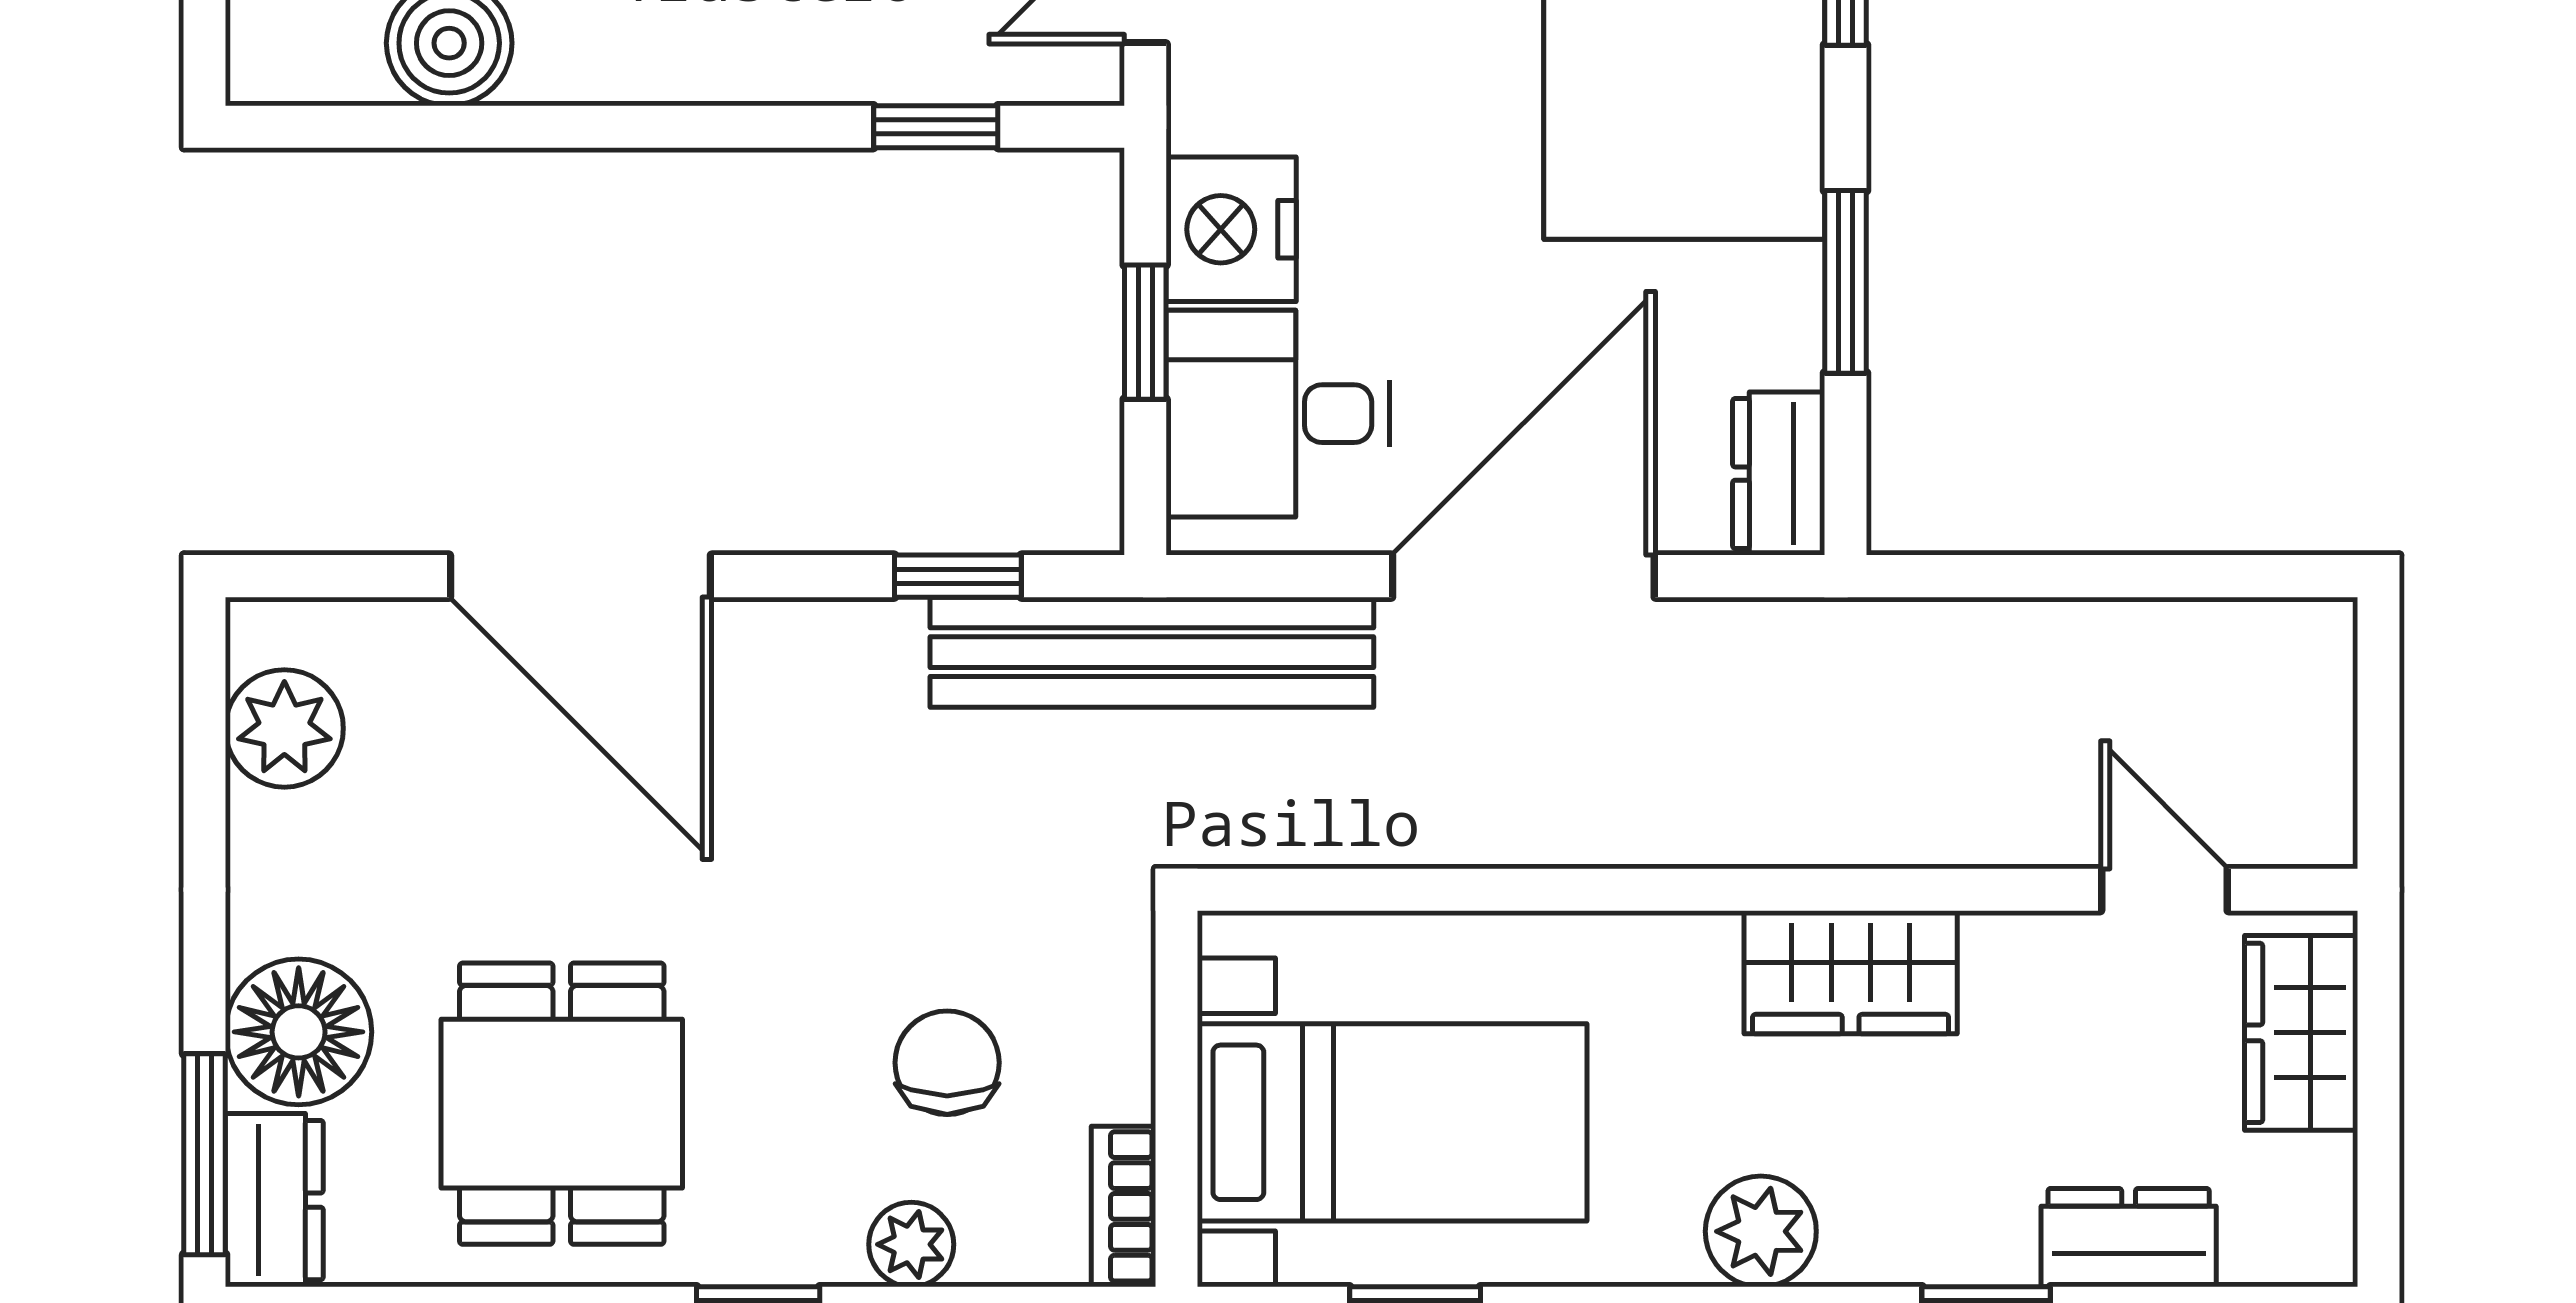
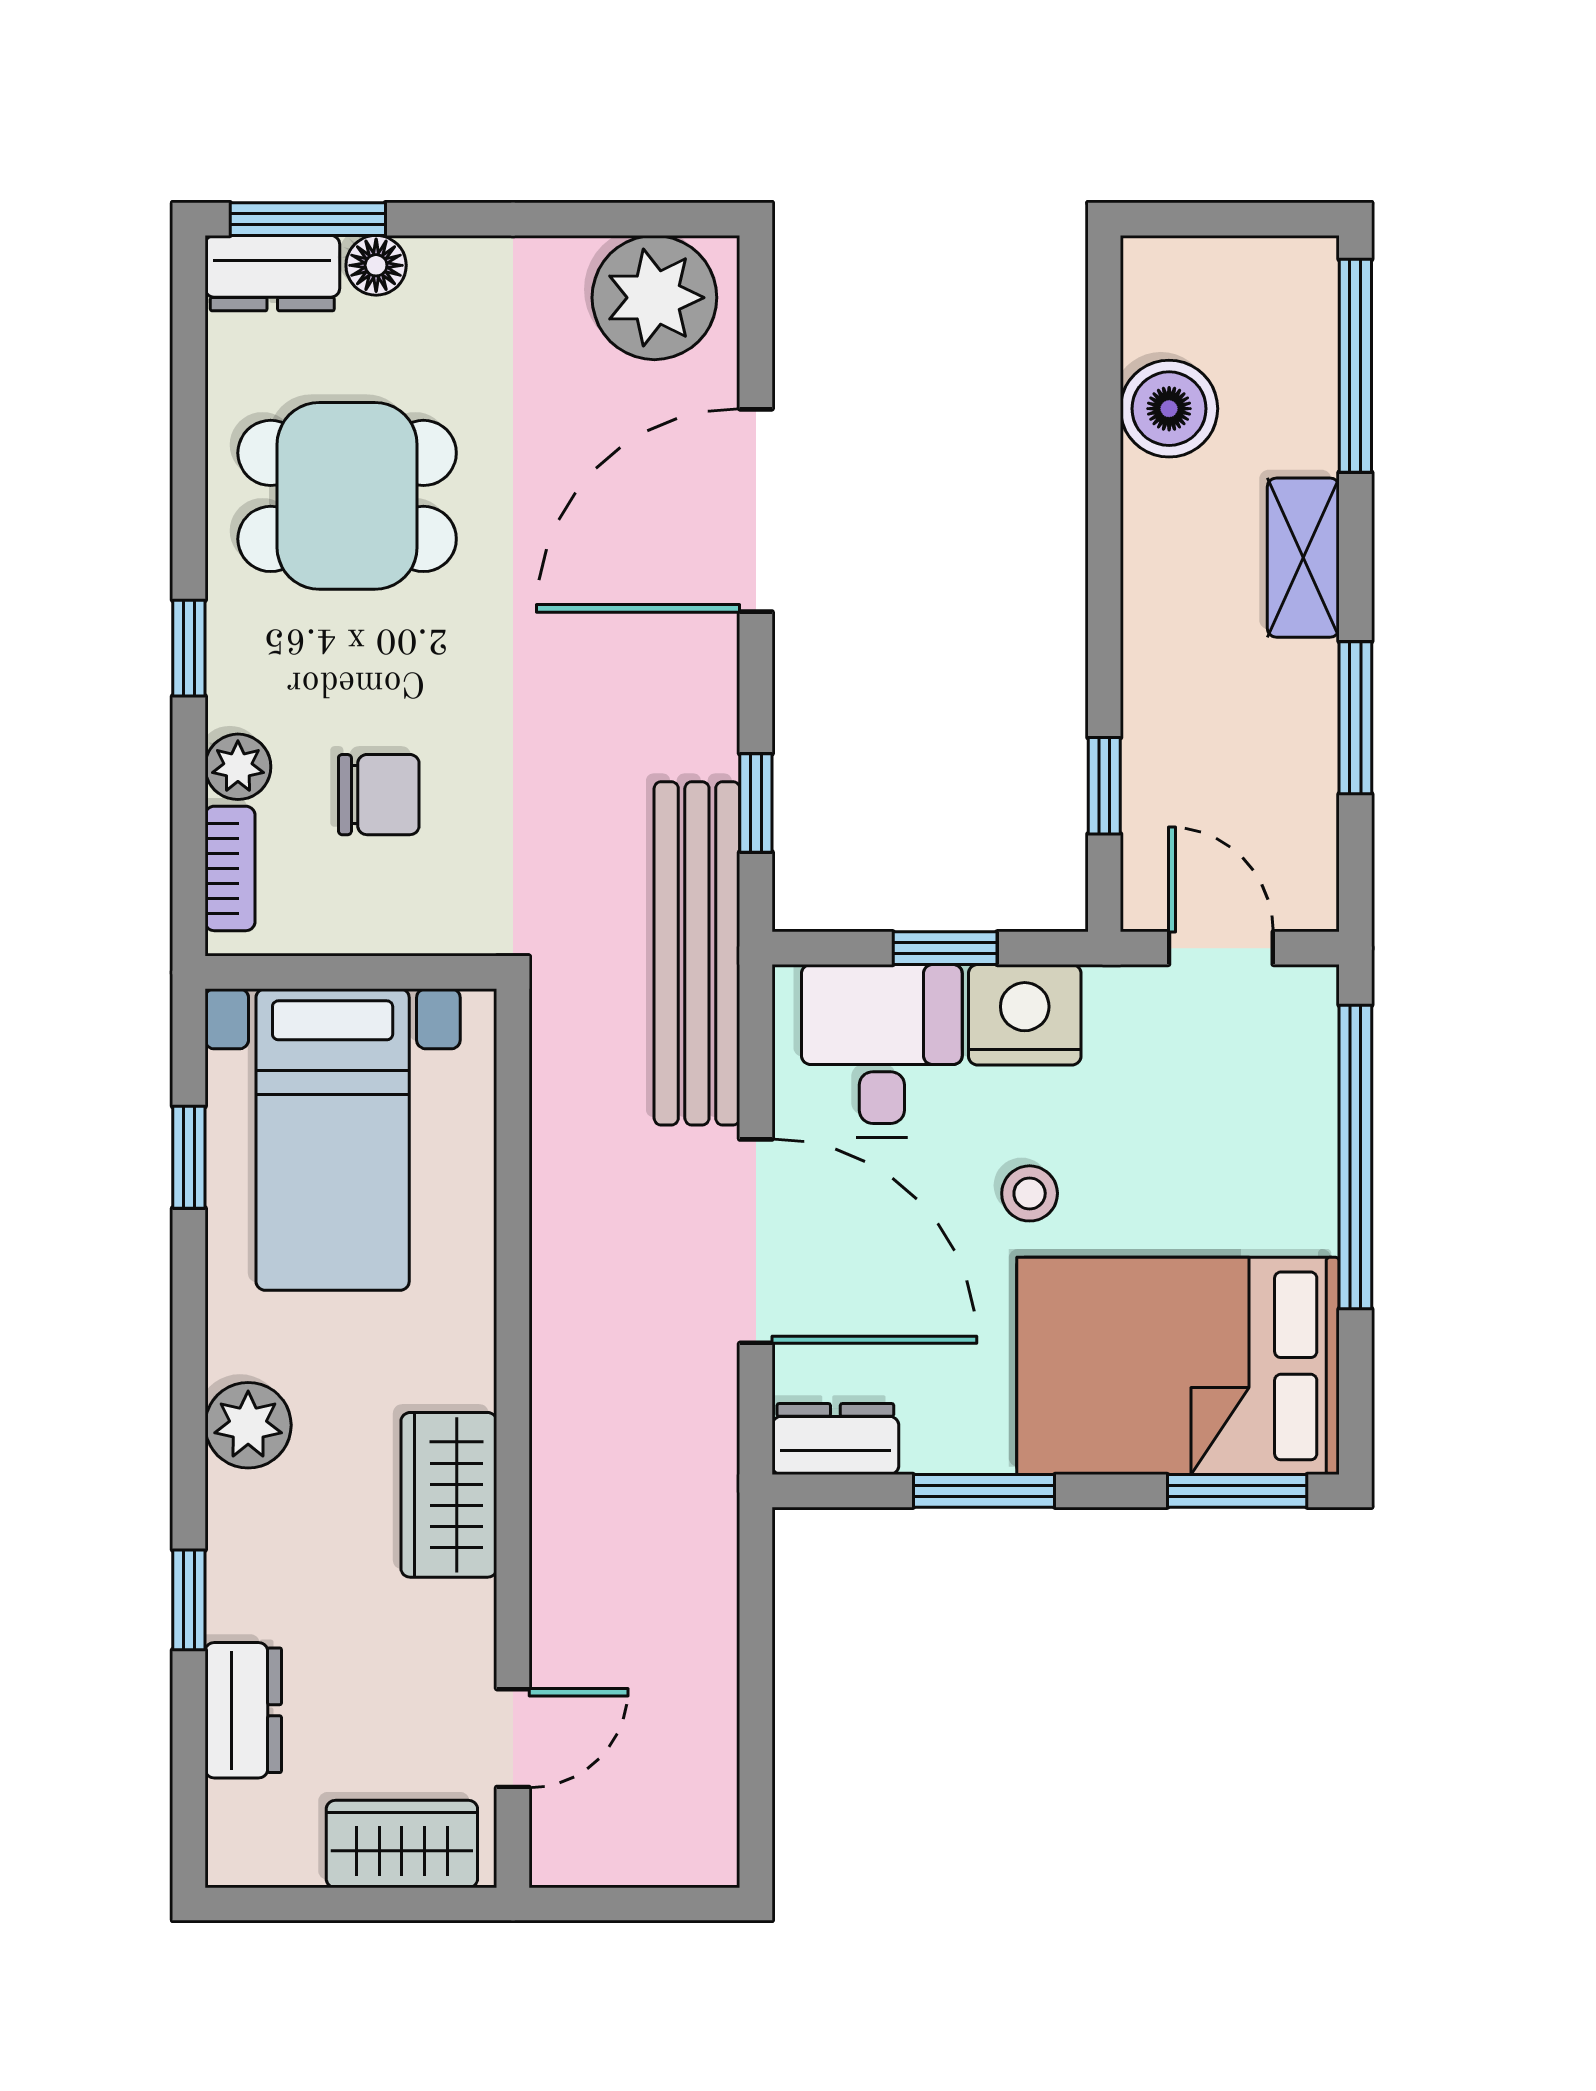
stool: (1462, 223) -> (1030, 1193), added
plant: (284, 728) -> (654, 298), width x1.36, depth x1.36
floor lamp: (299, 1032) -> (376, 265), width x0.53, depth x0.53
bookcase: (1124, 1206) -> (230, 868), moved, turned 90

